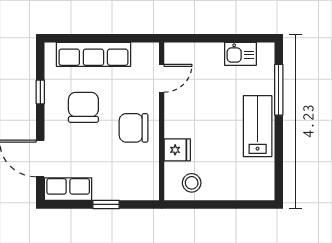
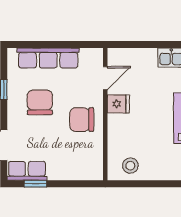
fridge: (177, 150) -> (118, 104), moved
window: (106, 204) -> (35, 184), moved

